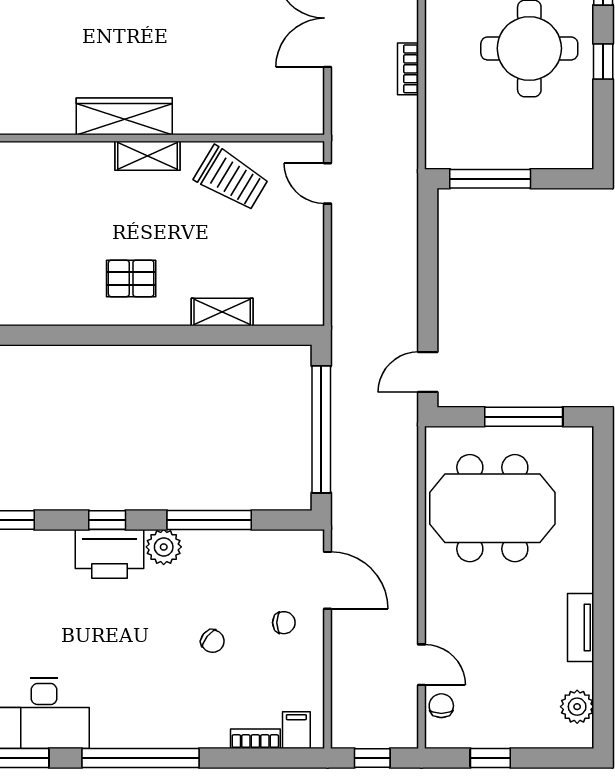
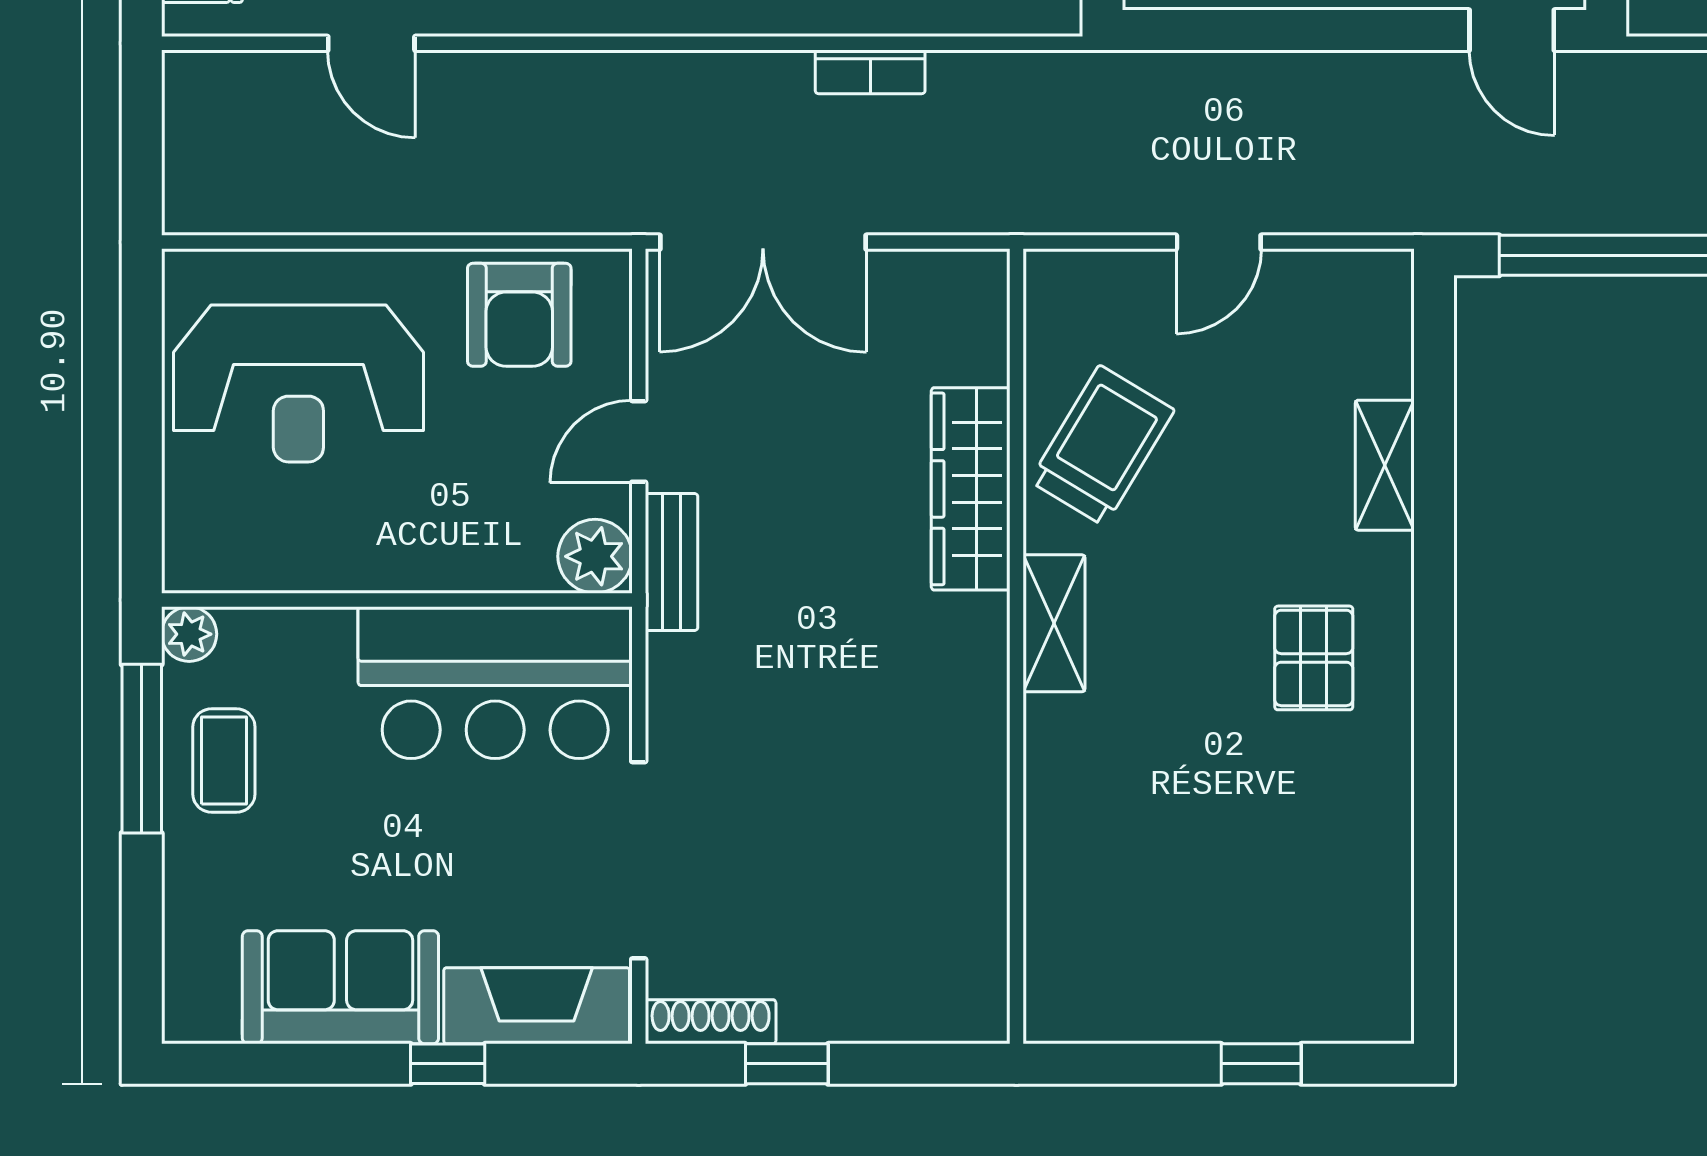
wardrobe: (124, 116) -> (971, 489), moved
door: (328, 183) -> (1219, 242), moved

